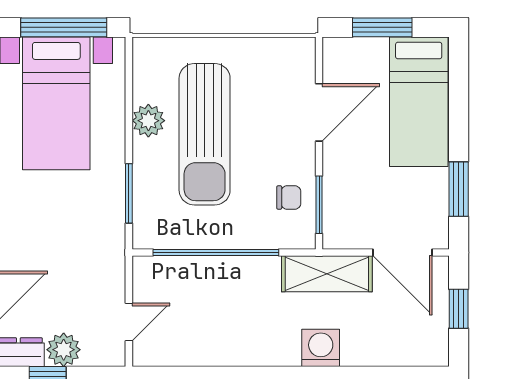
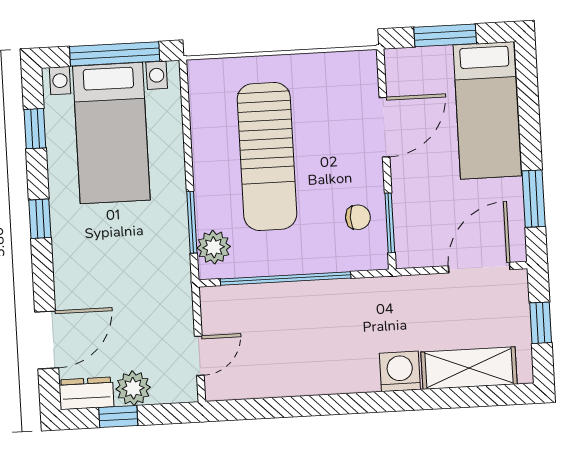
plant: (148, 121) -> (214, 247), moved
door: (403, 253) -> (479, 268), swing flipped
shelving: (327, 274) -> (469, 368), moved

